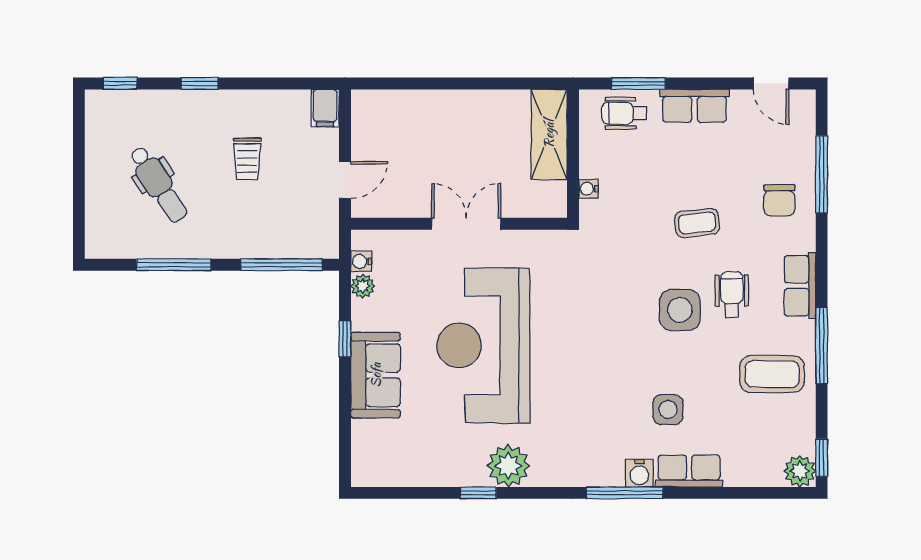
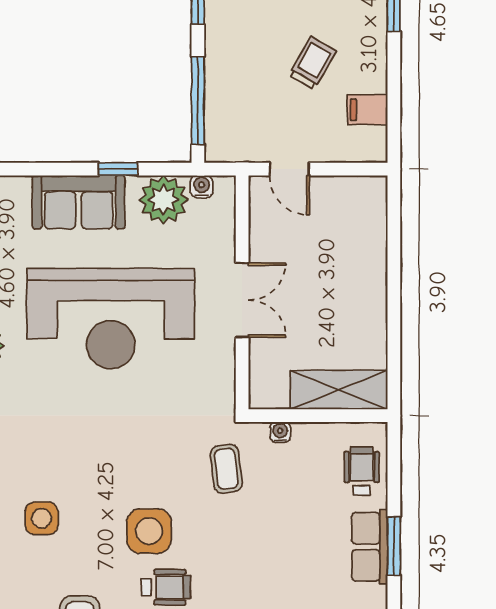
window: (638, 83) -> (394, 546), moved
filing cabinet: (325, 108) -> (367, 110), moved
trolley: (247, 159) -> (313, 63), turned 120
coffee table: (697, 223) -> (226, 469), moved
plant: (363, 286) -> (163, 200), width x1.87, depth x1.87
reception desk: (483, 345) -> (111, 319), turned 180

